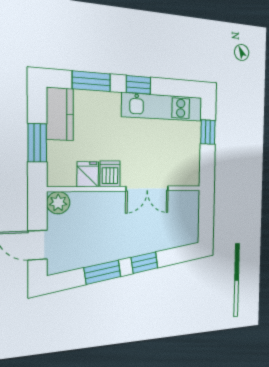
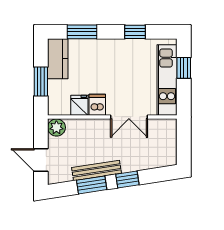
window: (138, 85) -> (135, 32), moved
kitchen unit: (163, 107) -> (167, 80), moved, turned 90
bench: (108, 254) -> (97, 170), added

